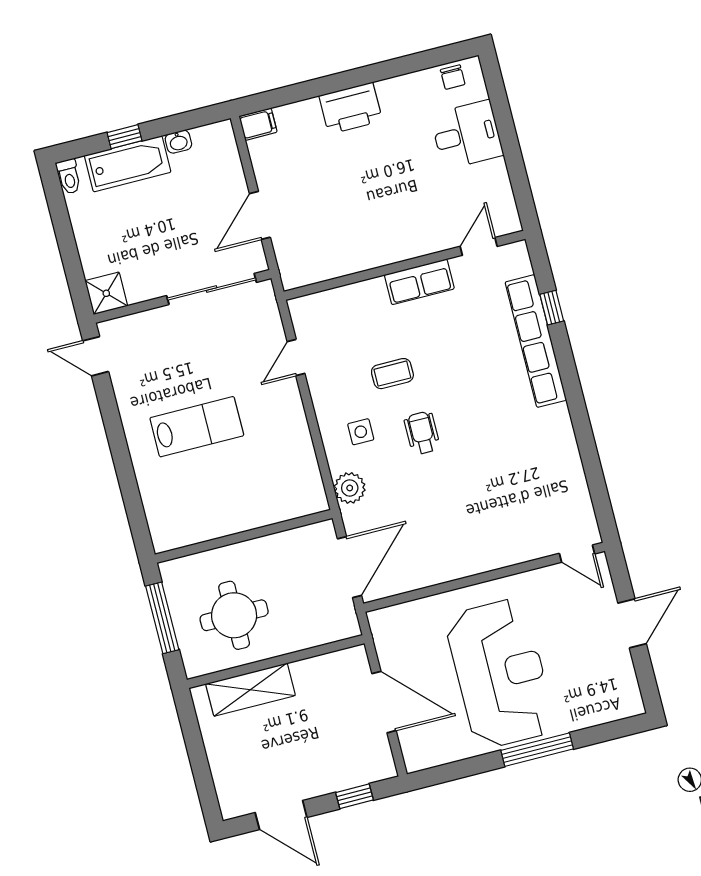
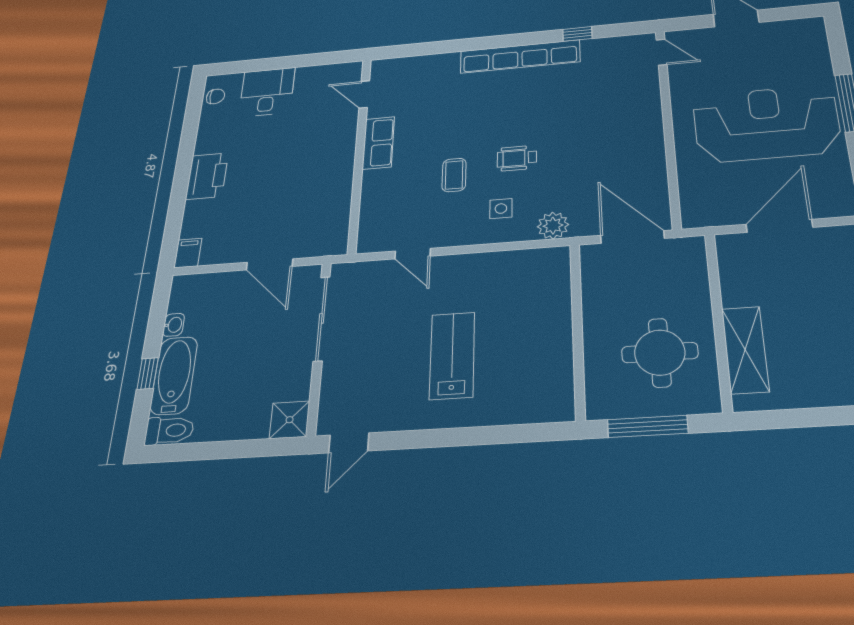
toilet: (69, 176) -> (169, 430), width x1.37, depth x1.39
window: (552, 308) -> (577, 34), moved
row of seats: (536, 341) -> (520, 56), moved
door: (577, 554) -> (662, 52), hinge flipped

